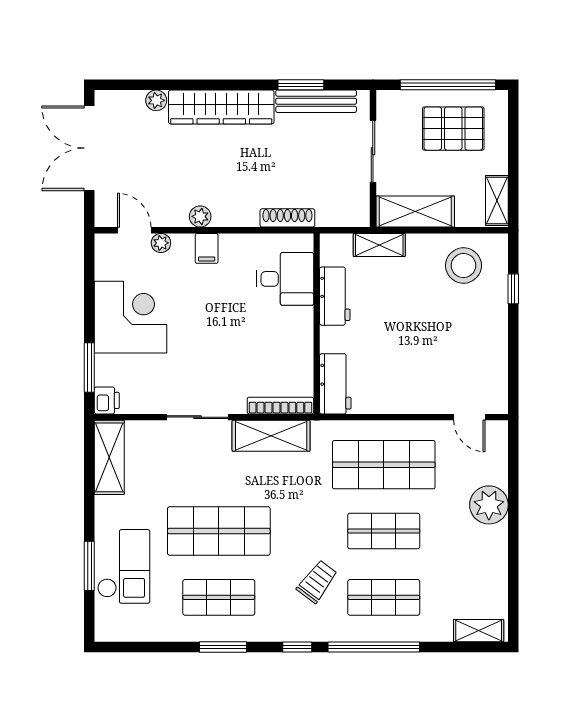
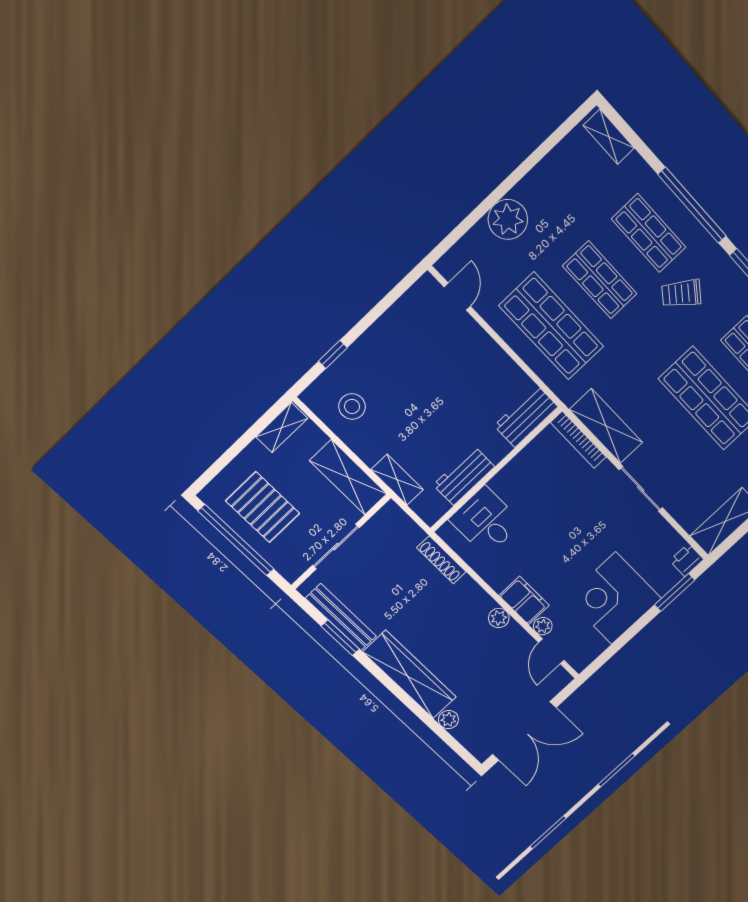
filing cabinet: (207, 248) -> (524, 600), width x2.00
stool: (463, 266) -> (352, 406), width x0.73, depth x0.73

